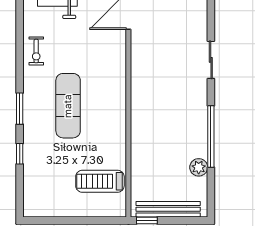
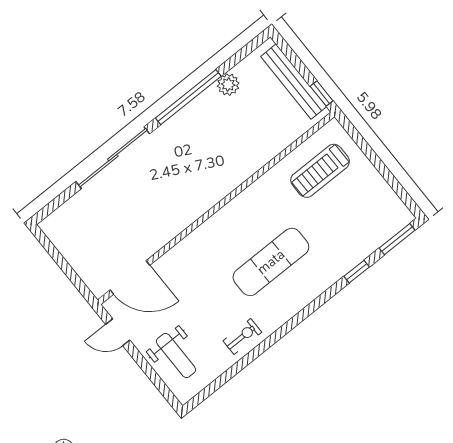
sliding door: (211, 60) -> (113, 158), width x1.86
window: (20, 109) -> (397, 239), moved
treadmill: (100, 181) -> (320, 171), turned 90

